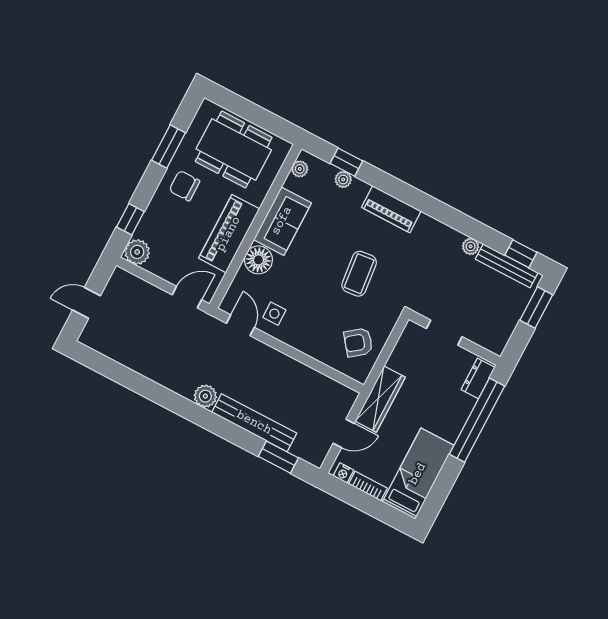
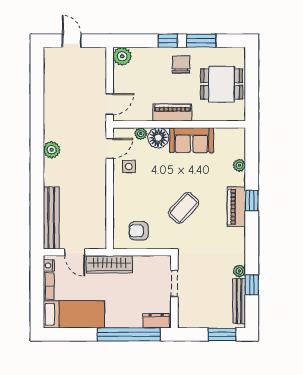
dining table: (234, 149) -> (222, 84), width x0.73
window: (346, 162) -> (252, 200), moved
plant: (300, 169) -> (141, 134), moved
window: (130, 219) -> (168, 41), moved
piano: (229, 234) -> (172, 113), width x0.73, depth x0.75
window: (521, 254) -> (252, 285), moved
coffee table: (359, 274) -> (184, 208), turned -42
door: (187, 297) -> (110, 104), hinge flipped
armchair: (358, 342) -> (139, 231), turned -52
bench: (254, 423) -> (51, 218), moved
window: (278, 457) -> (37, 218), removed

